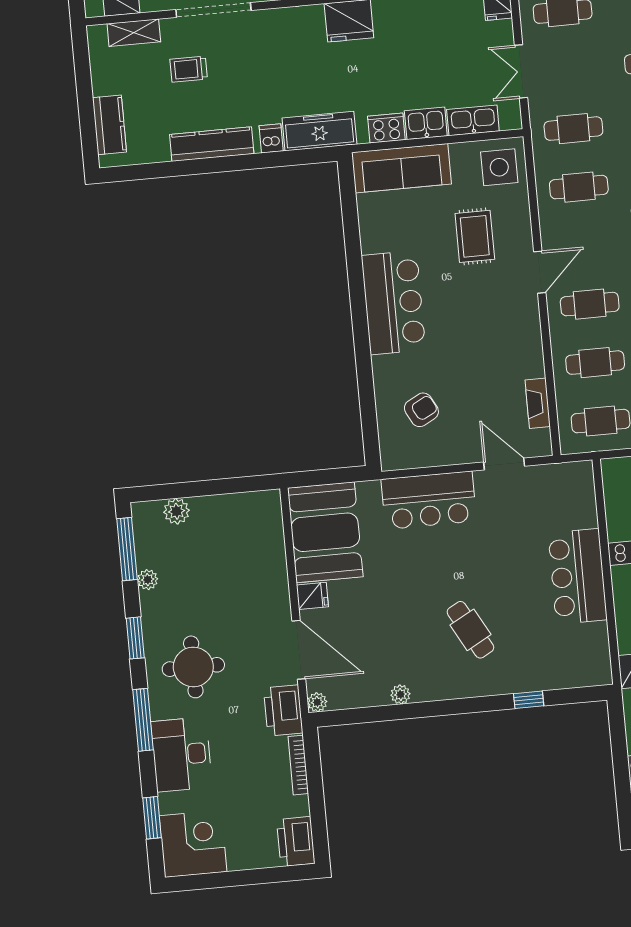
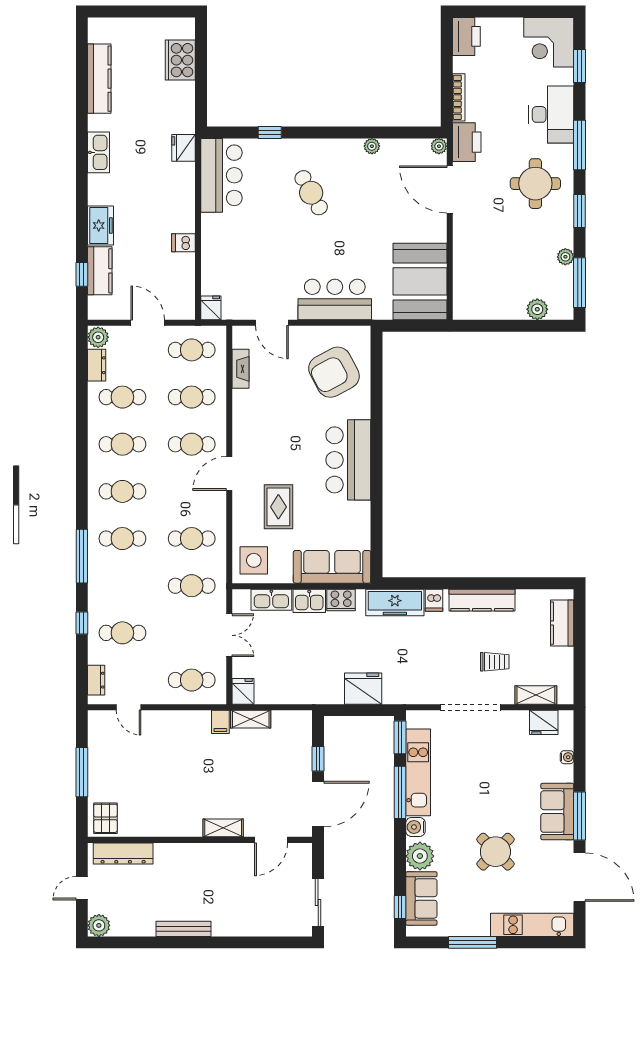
armchair: (421, 410) -> (334, 372), width x1.88, depth x1.88
bar counter: (578, 576) -> (221, 175), moved
fridge: (312, 596) -> (211, 308), moved, turned 90

